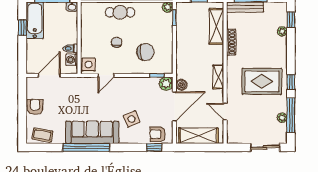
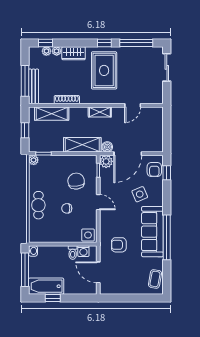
wardrobe: (280, 49) -> (74, 53), added
door: (106, 75) -> (98, 202), moved
door: (174, 106) -> (128, 154), swing flipped
armchair: (35, 107) -> (119, 245), moved
plant: (282, 118) -> (46, 51), moved
shelving: (199, 136) -> (82, 145), moved, turned 90

